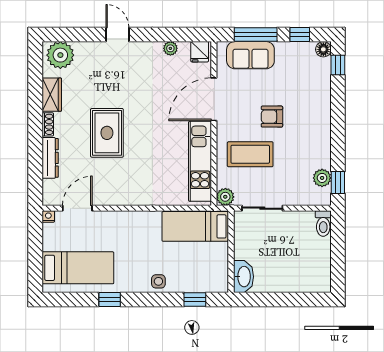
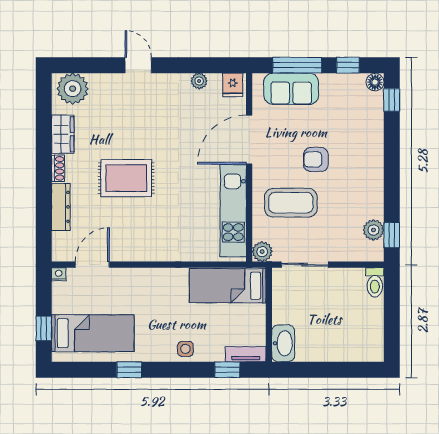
rug: (107, 133) -> (126, 178), turned 90
window: (35, 264) -> (44, 328), added
tv unit: (211, 286) -> (246, 354), added

